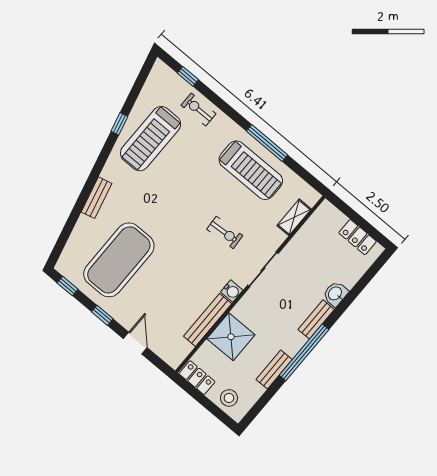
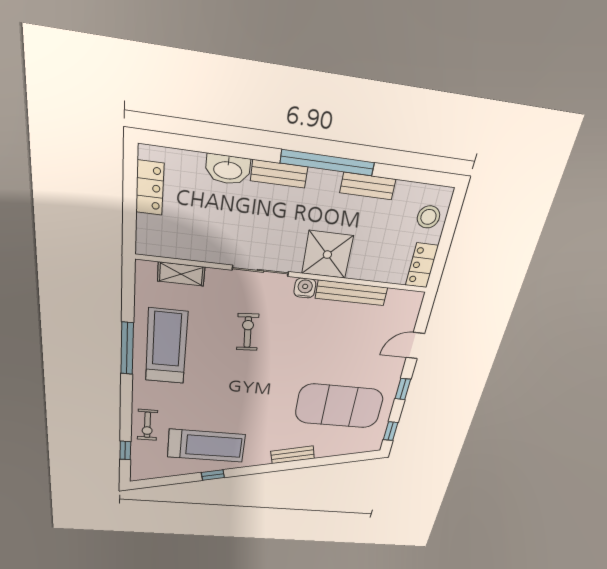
washbasin: (335, 294) -> (228, 170), width x1.38
shower: (231, 337) -> (327, 255), moved

